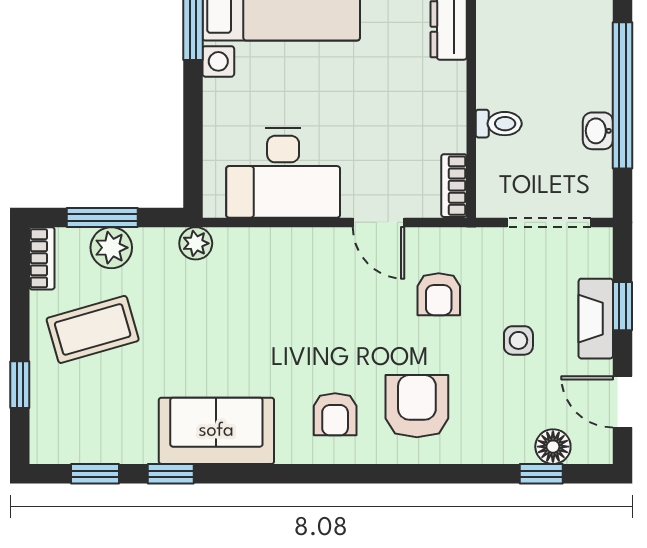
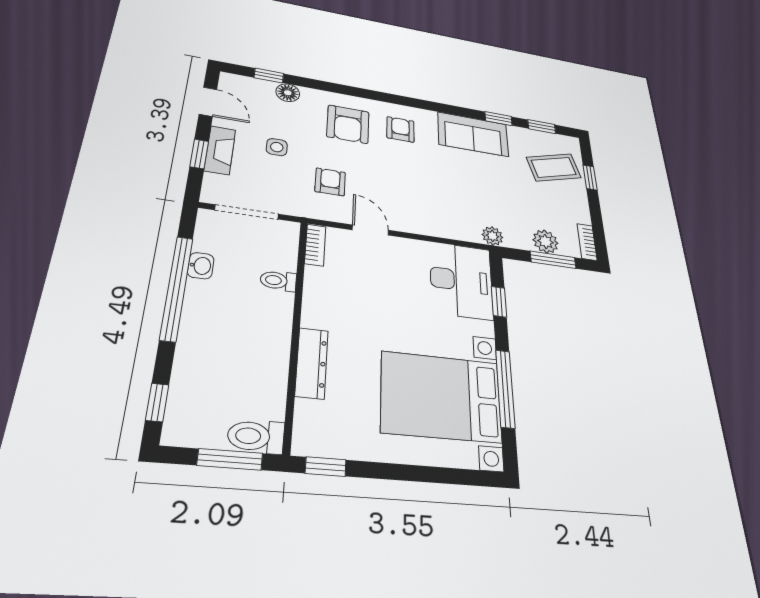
window: (193, 135) -> (499, 302), added
desk: (283, 173) -> (461, 280), moved, turned 90
coffee table: (93, 329) -> (554, 167), moved
floor lamp: (553, 447) -> (288, 93), moved

